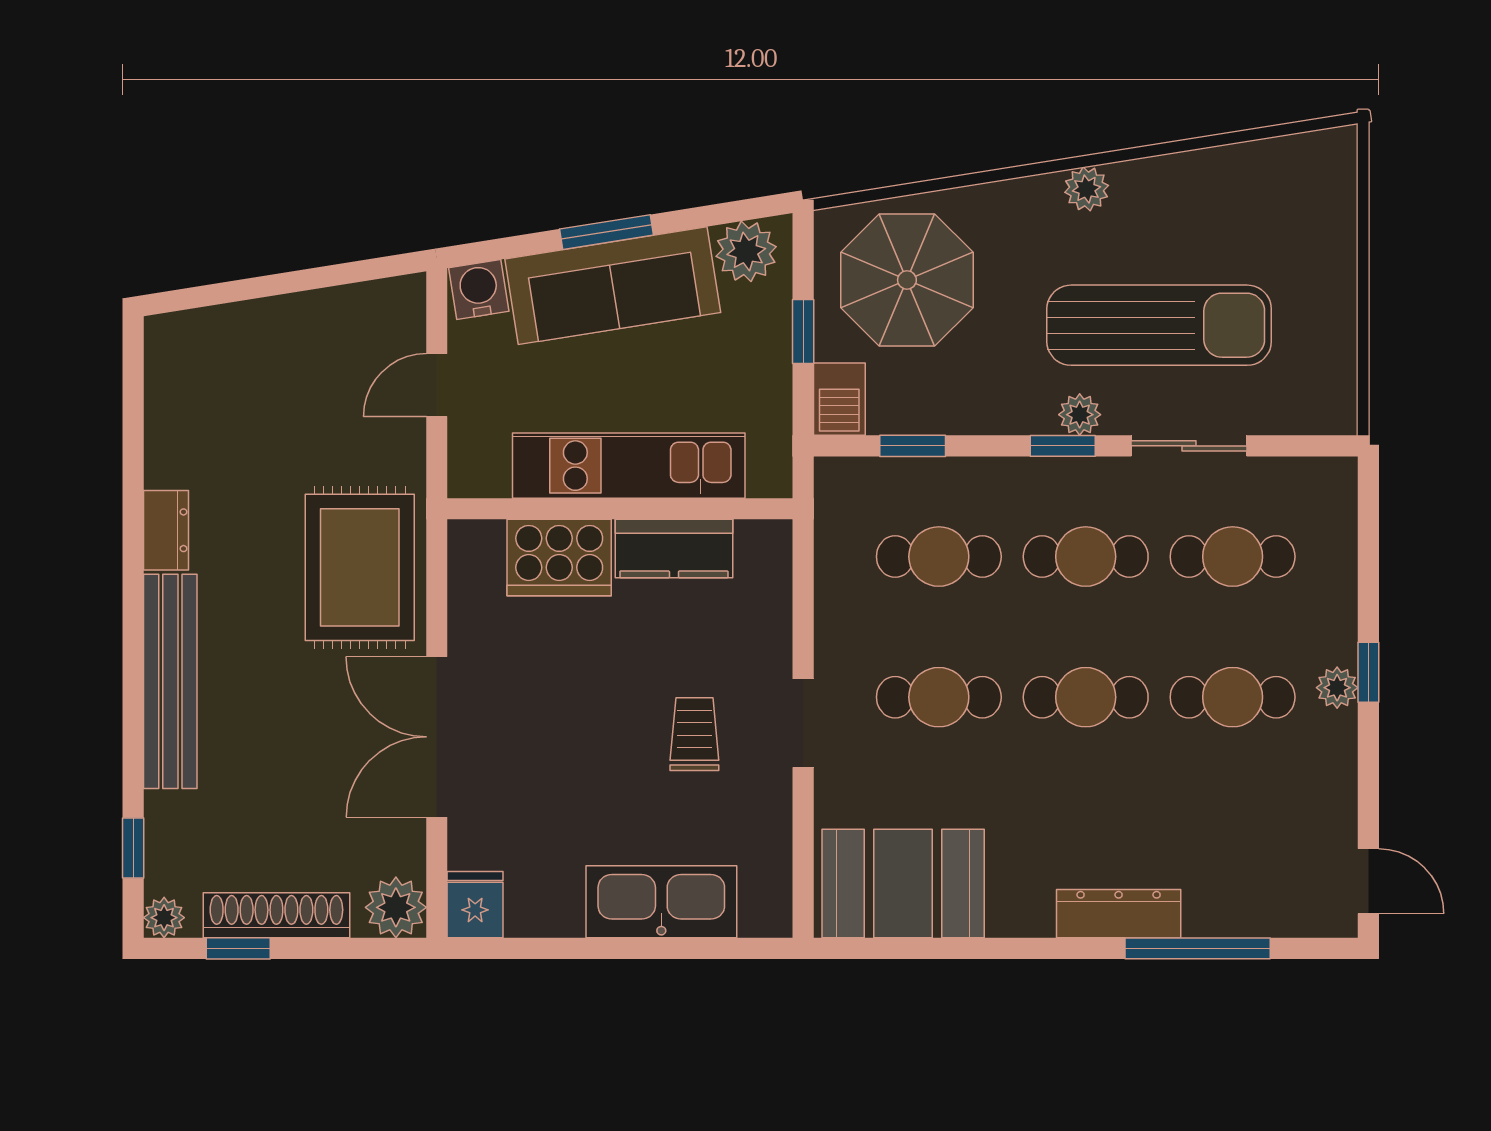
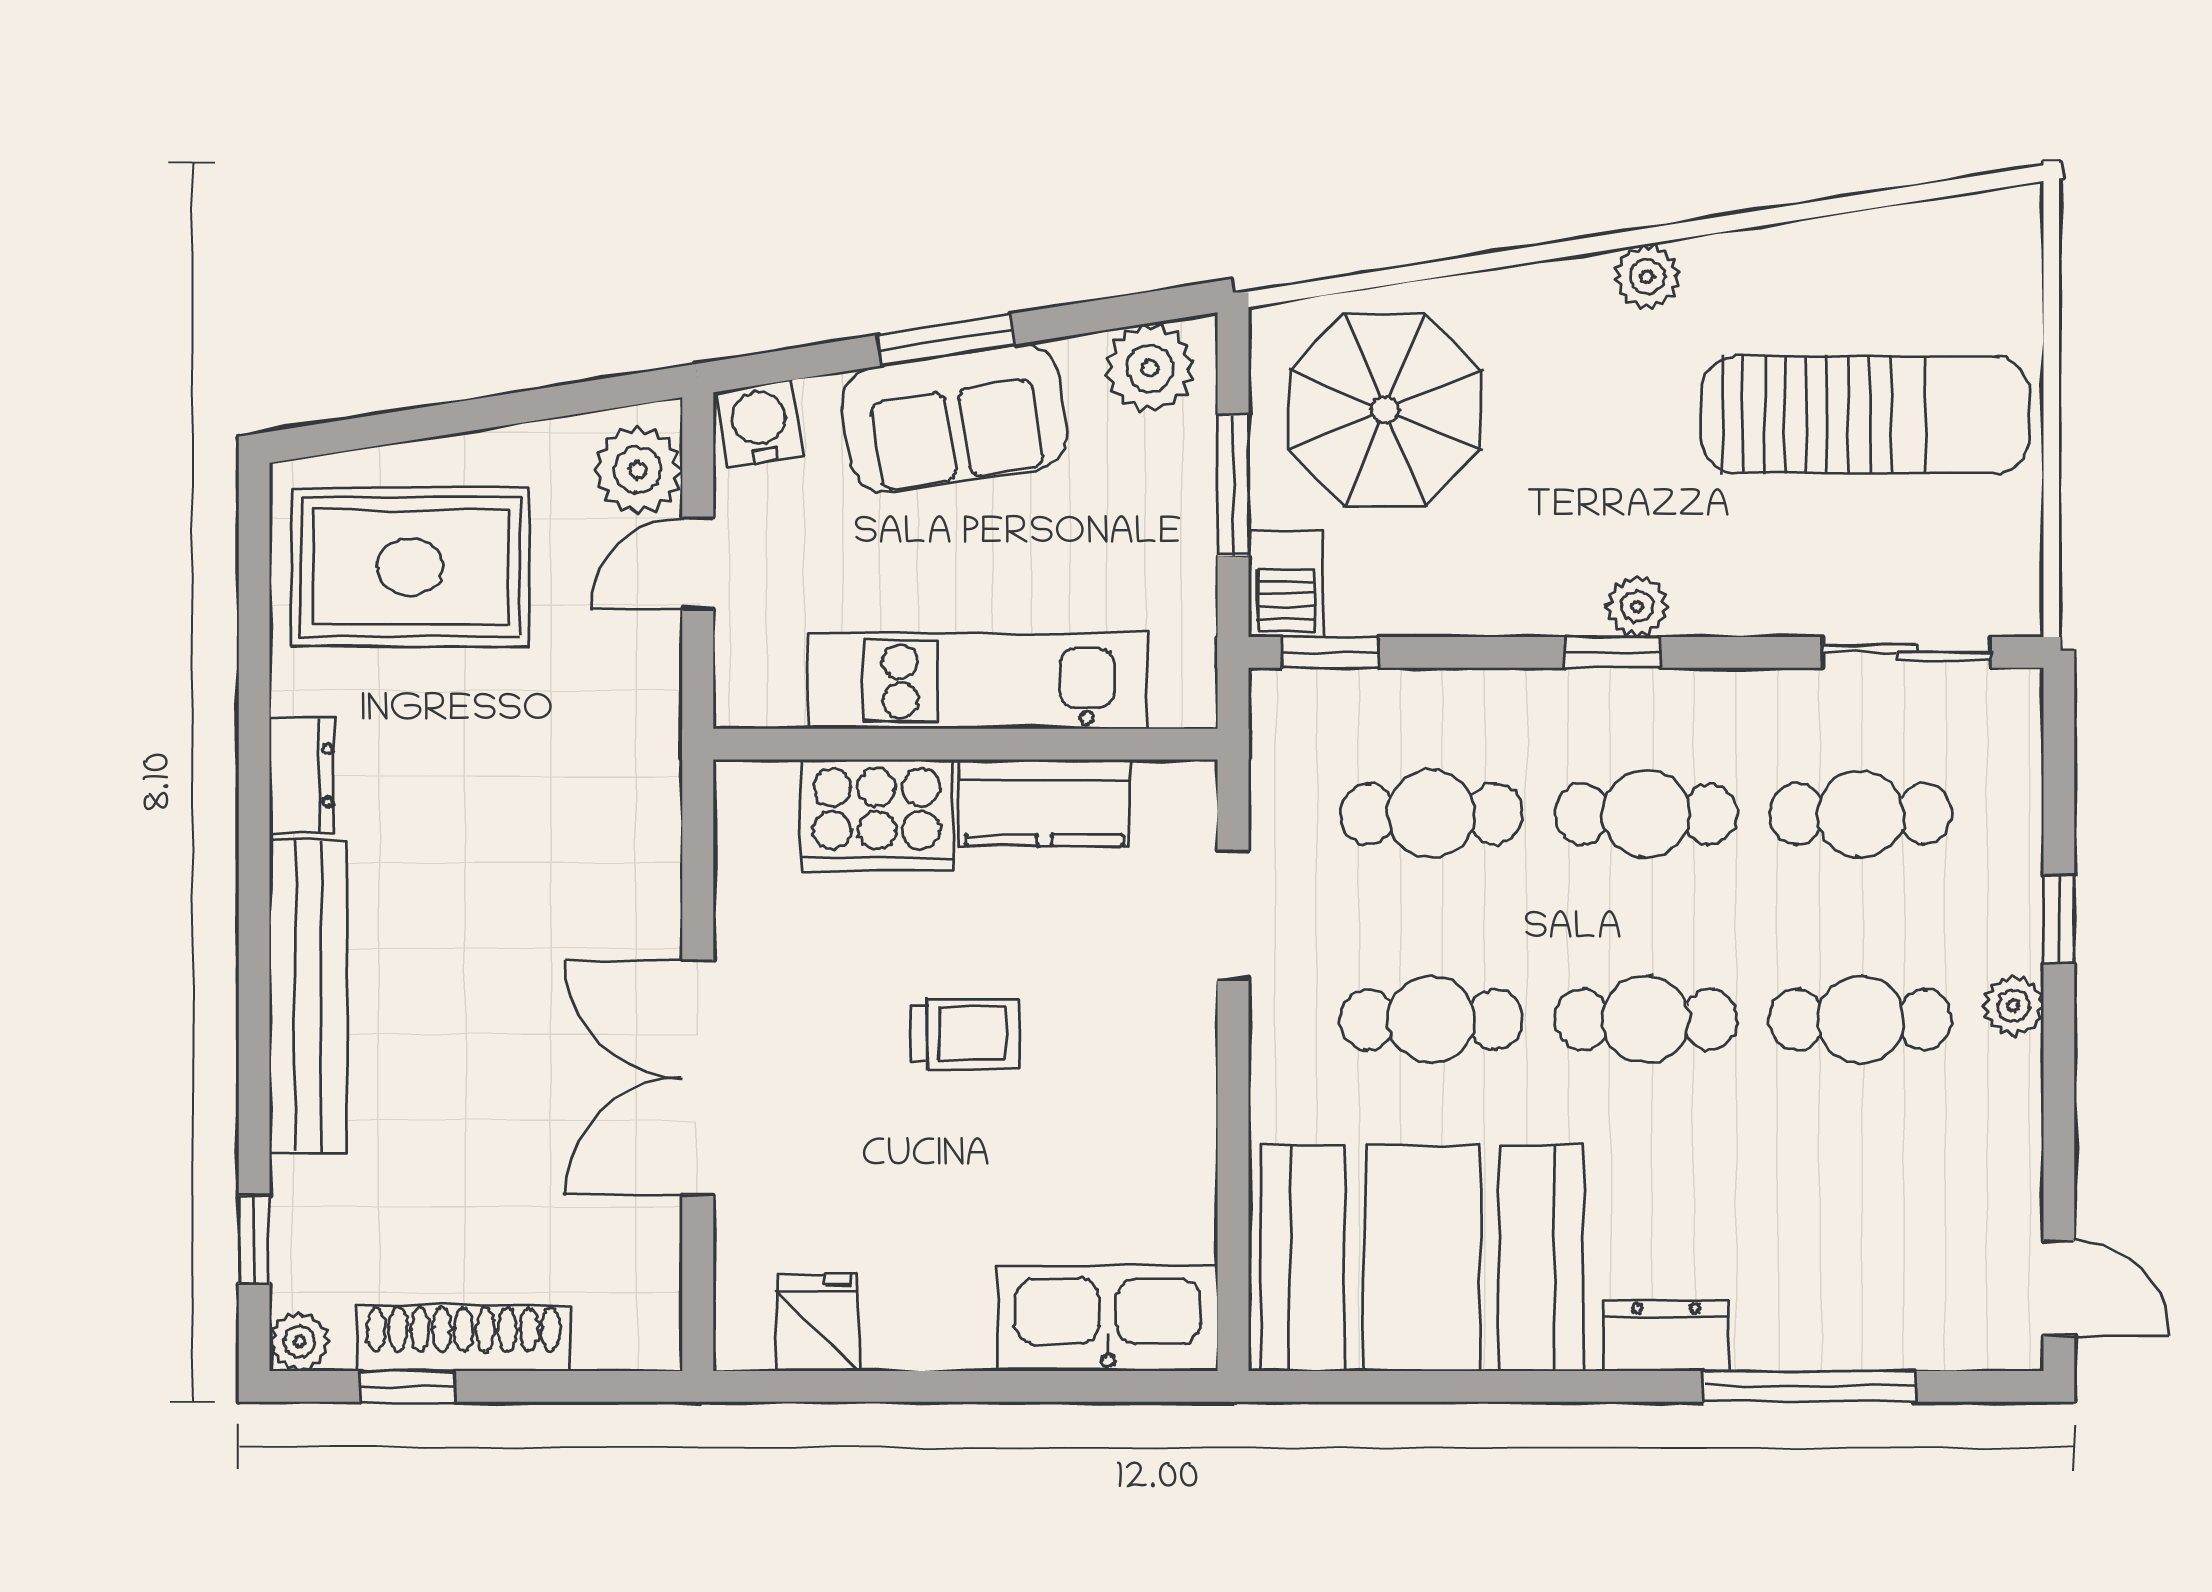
sofa: (613, 286) -> (955, 418), width x0.73
sun lounger: (1159, 325) -> (1865, 415), moved
window: (803, 332) -> (1233, 485), width x1.50
window: (913, 446) -> (1330, 652), moved
sliding door: (1189, 446) -> (1907, 652), moved
rug: (360, 567) -> (411, 567), moved, turned 90
window: (1368, 672) -> (2059, 919), moved
doorway: (803, 723) -> (1233, 916), moved
trolley: (694, 734) -> (965, 1033), moved, turned 90
booth: (903, 884) -> (1422, 1258), width x1.36, depth x1.42
kitchen sink: (661, 902) -> (1108, 1318), moved
fridge: (475, 905) -> (817, 1323), moved
plant: (396, 907) -> (638, 470), moved
dresser: (1119, 914) -> (1666, 1336), width x0.70

